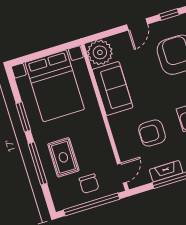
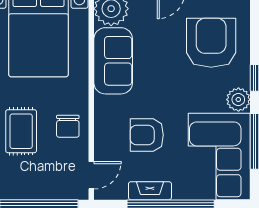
chair: (89, 184) -> (68, 126), moved

